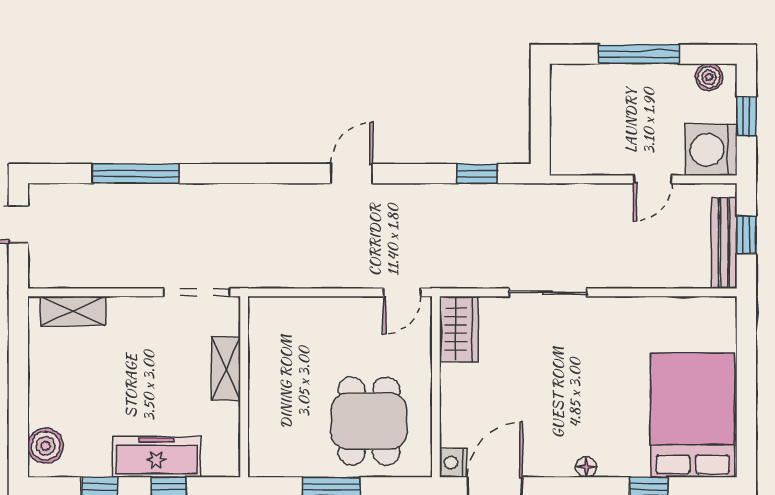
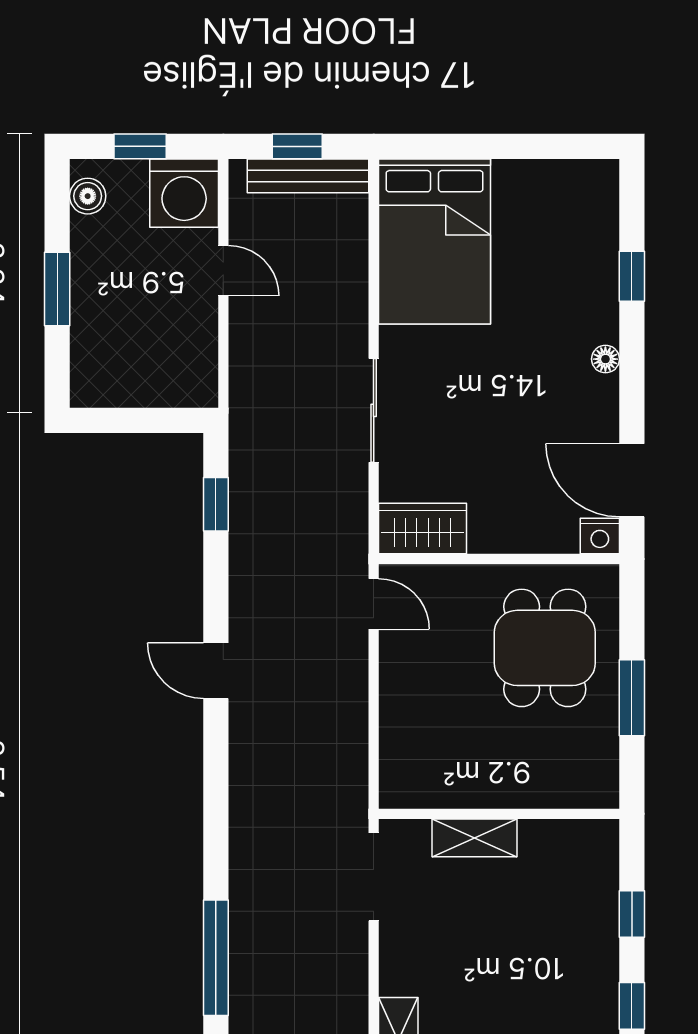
window: (639, 54) -> (57, 289), width x0.69
bed: (693, 415) -> (435, 242), moved, turned -90
dining table: (369, 421) -> (545, 648), turned 90
freezer: (157, 457) -> (592, 930), removed

